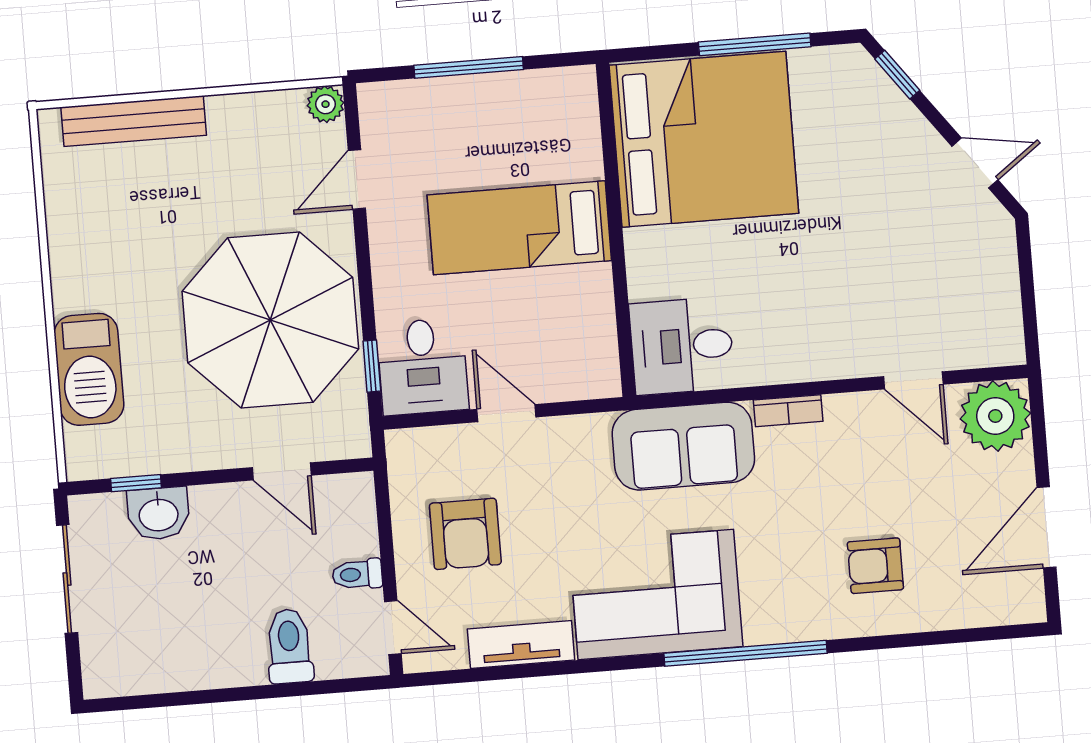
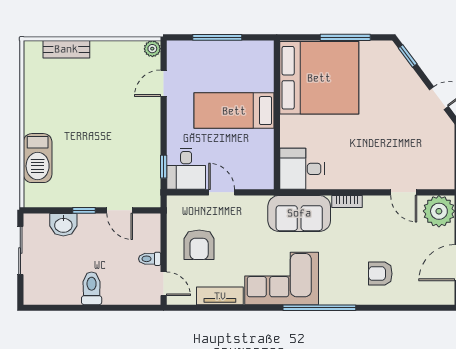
bench: (134, 121) -> (66, 49), width x0.73
parasol: (270, 320) -> (120, 143), removed
window: (136, 483) -> (84, 210), moved
toilet: (289, 646) -> (92, 288), moved

